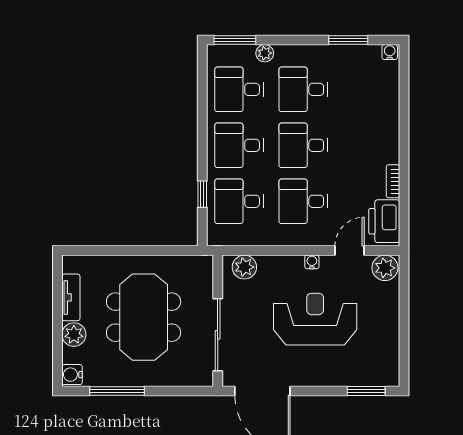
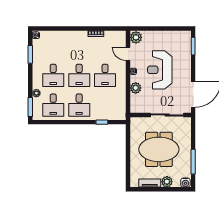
desk: (239, 201) -> (105, 105), removed
printer: (384, 221) -> (114, 38), removed
plant: (244, 267) -> (136, 88), moved

